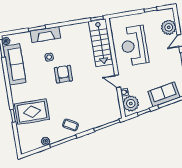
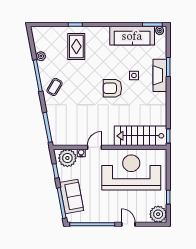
plant: (169, 27) -> (158, 214), moved
reception desk: (134, 46) -> (131, 172), width x1.36, depth x1.30
armchair: (63, 74) -> (112, 88), turned 180
rug: (32, 112) -> (76, 46), width x0.73, depth x0.70

